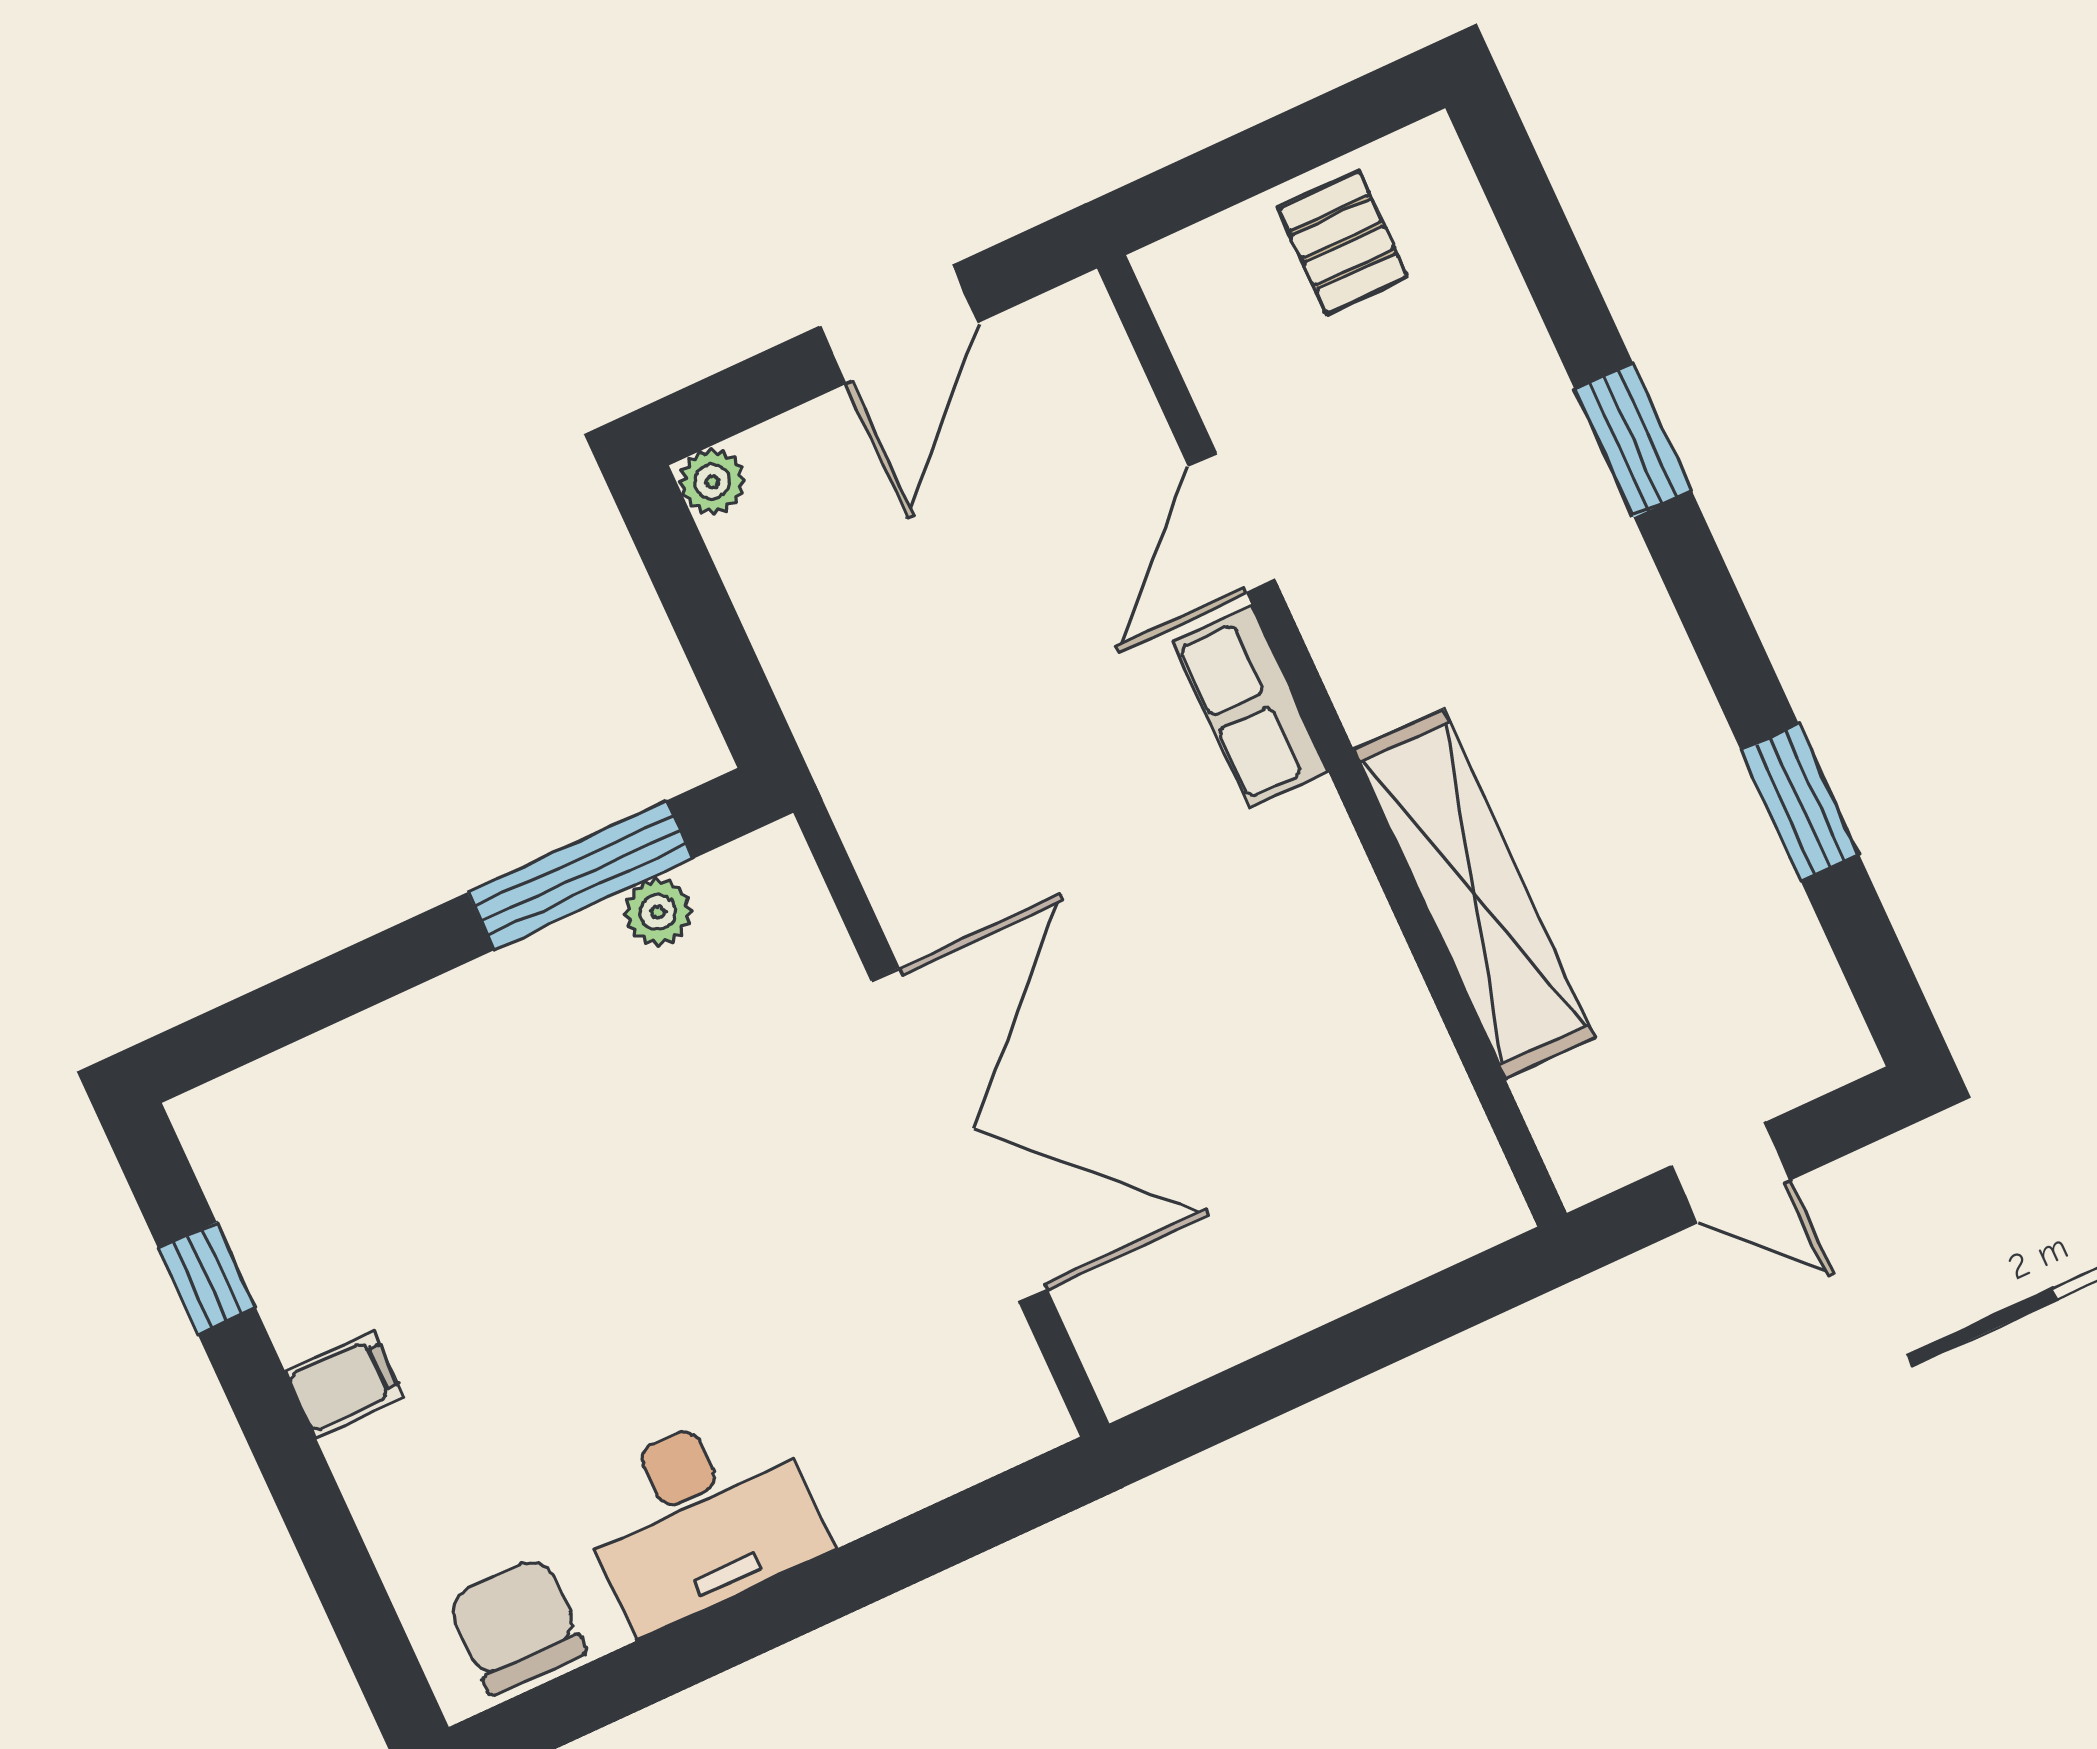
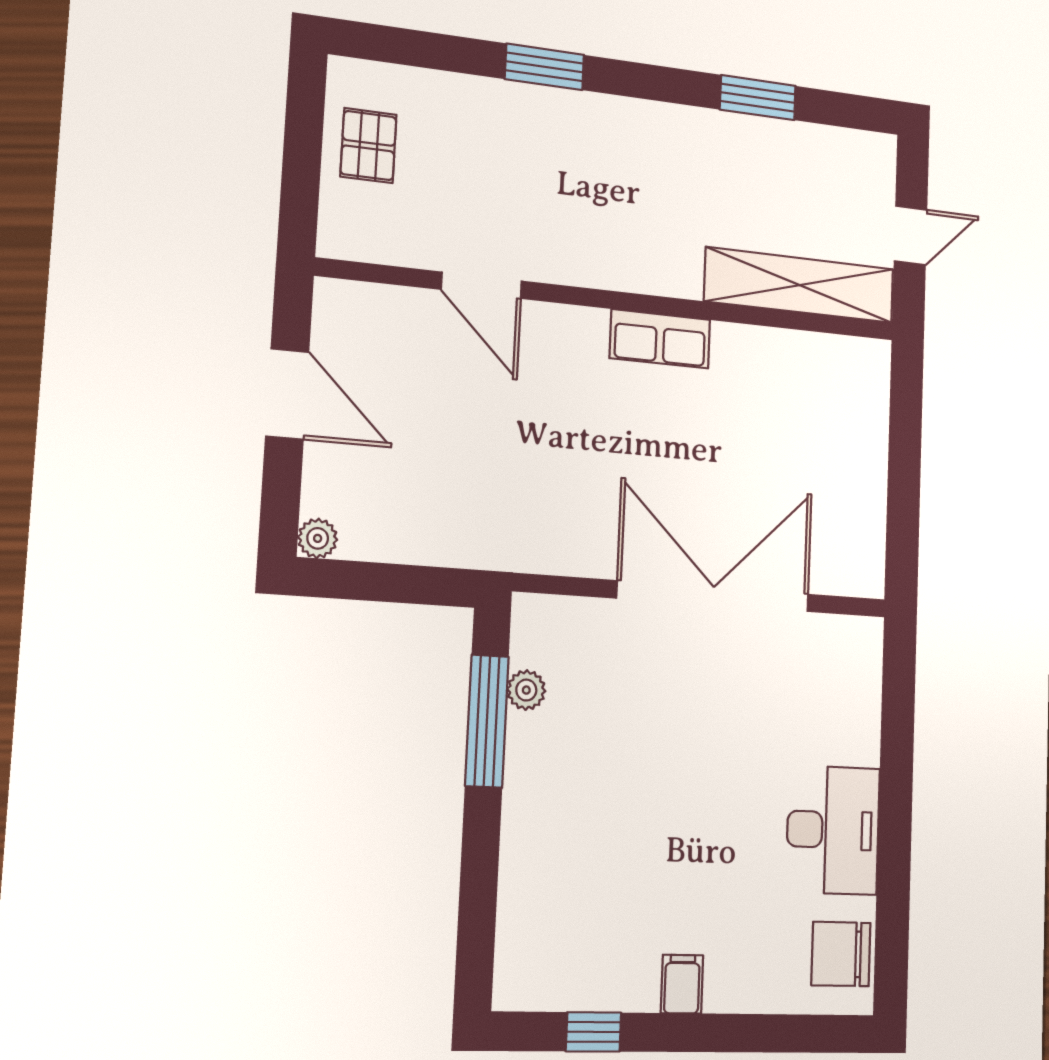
pallet: (1343, 242) -> (368, 146), turned 90
row of seats: (1250, 707) -> (660, 339), moved
shelving: (1474, 894) -> (800, 285), moved

